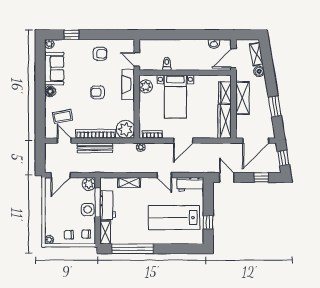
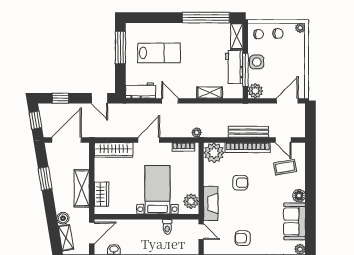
armchair: (98, 92) -> (240, 183), moved
wardrobe: (225, 121) -> (114, 150), moved, turned 90
lab bench: (174, 218) -> (159, 53), width x0.73, depth x0.72
window: (208, 222) -> (120, 48), width x2.17

